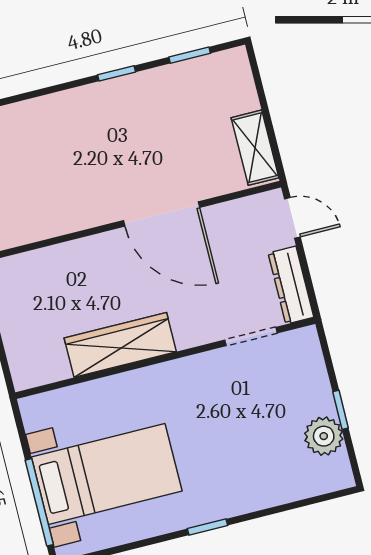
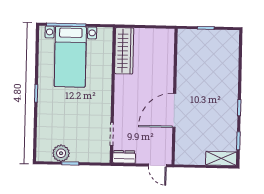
shelving: (255, 148) -> (221, 158), moved
door: (292, 218) -> (157, 165), hinge flipped
dresser: (291, 285) -> (124, 157), width x0.70
wardrobe: (120, 345) -> (124, 51), moved

